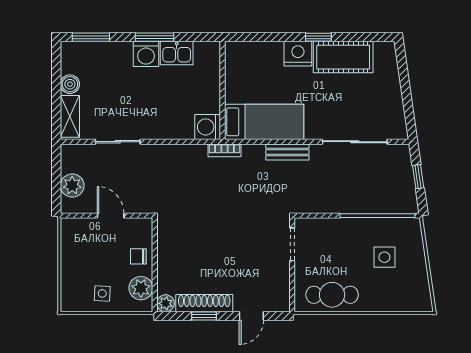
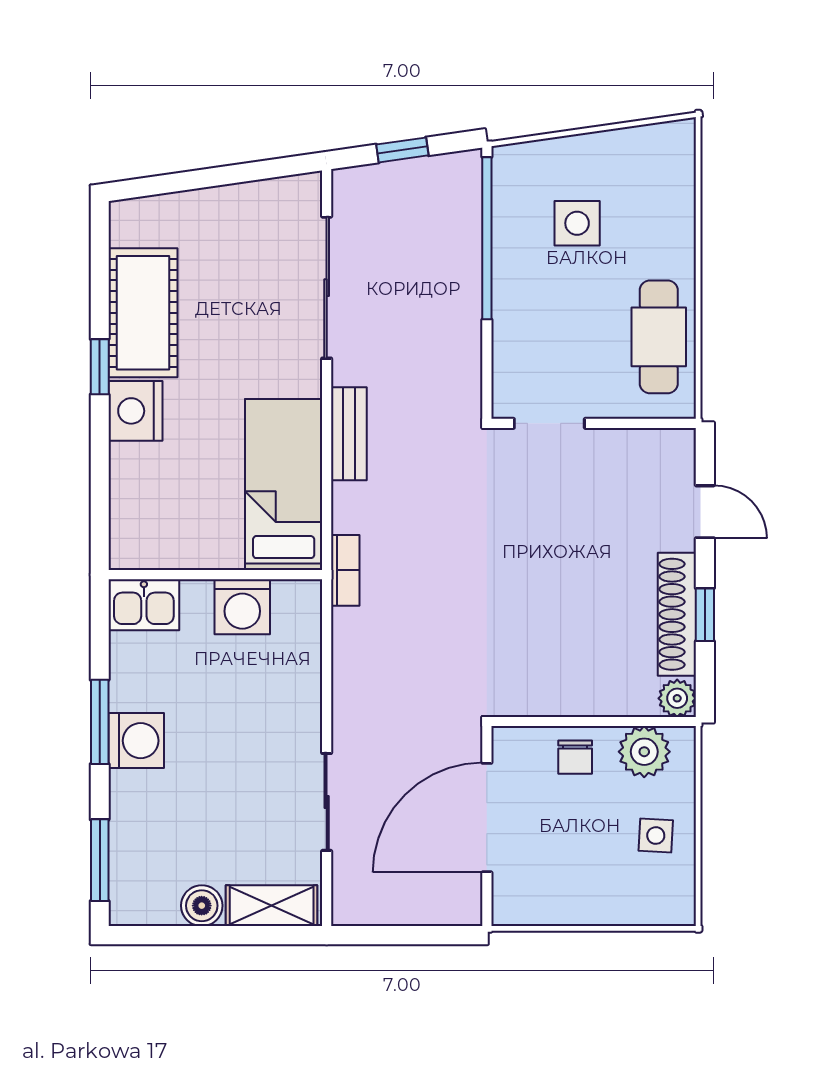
kitchen sink: (177, 53) -> (144, 605), moved, turned 90
washing machine: (208, 127) -> (242, 607), moved
plant: (72, 186) -> (422, 901), removed
door: (111, 216) -> (487, 818), width x1.88

